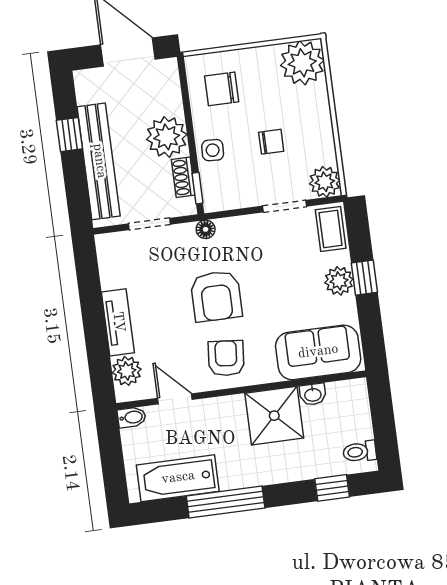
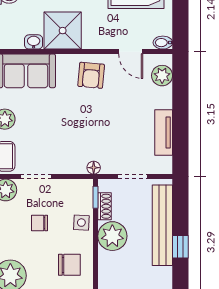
armchair: (216, 296) -> (92, 120), removed
tv unit: (118, 322) -> (164, 132), moved

